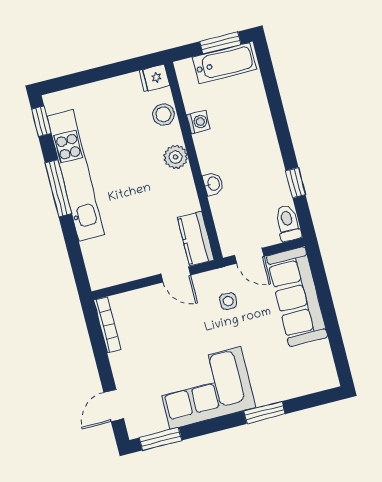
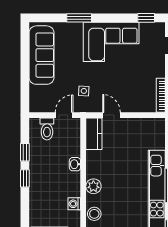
window: (285, 142) -> (25, 178), added
toilet: (288, 223) -> (47, 129), moved
door: (249, 256) -> (64, 115), hinge flipped
sofa: (297, 297) -> (41, 55), moved
window: (161, 439) -> (146, 18), width x0.67

